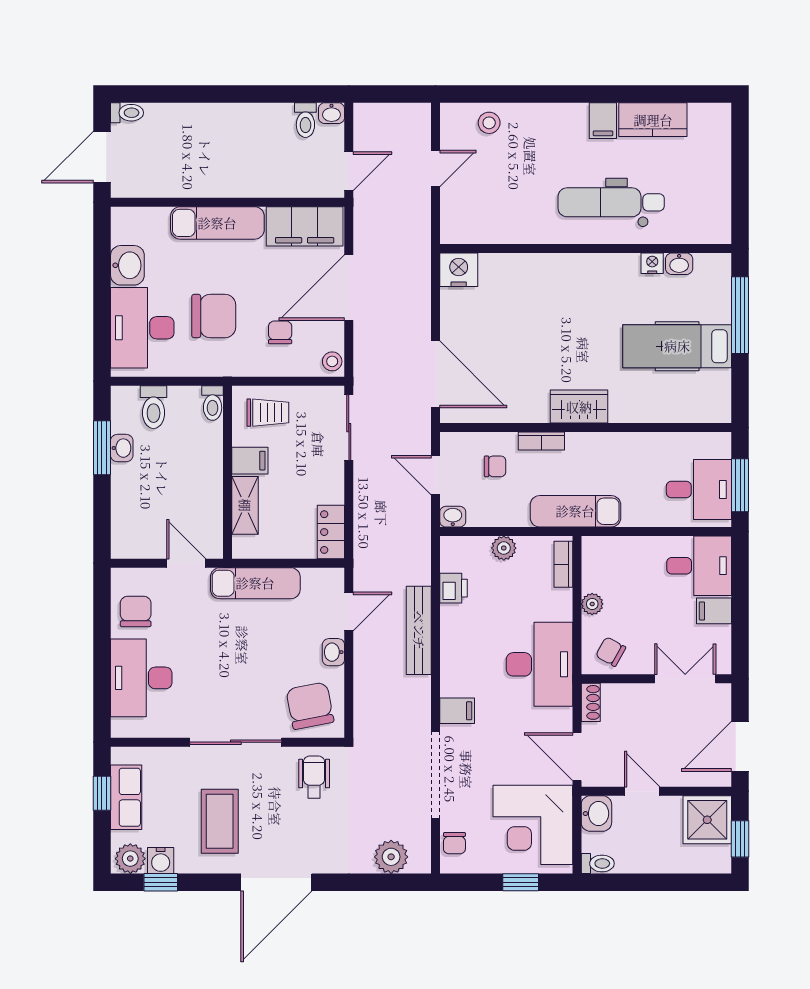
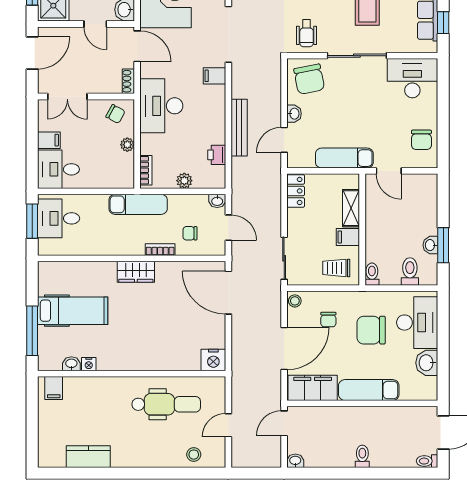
toilet: (305, 120) -> (362, 456), moved
filing cabinet: (603, 121) -> (54, 388), moved, turned 180
dental chair: (611, 202) -> (166, 404), moved
desk: (141, 678) -> (412, 78), moved, turned -90

